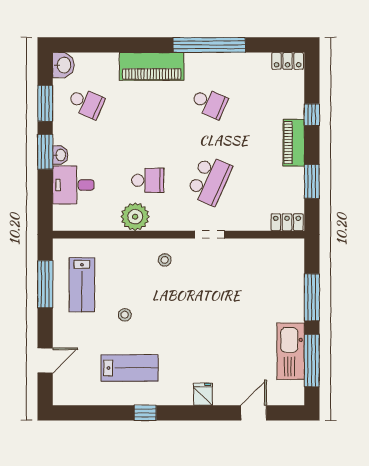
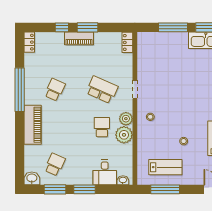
washbasin: (60, 155) -> (123, 180), moved
window: (312, 181) -> (87, 27), moved
plant: (162, 220) -> (126, 119), added

